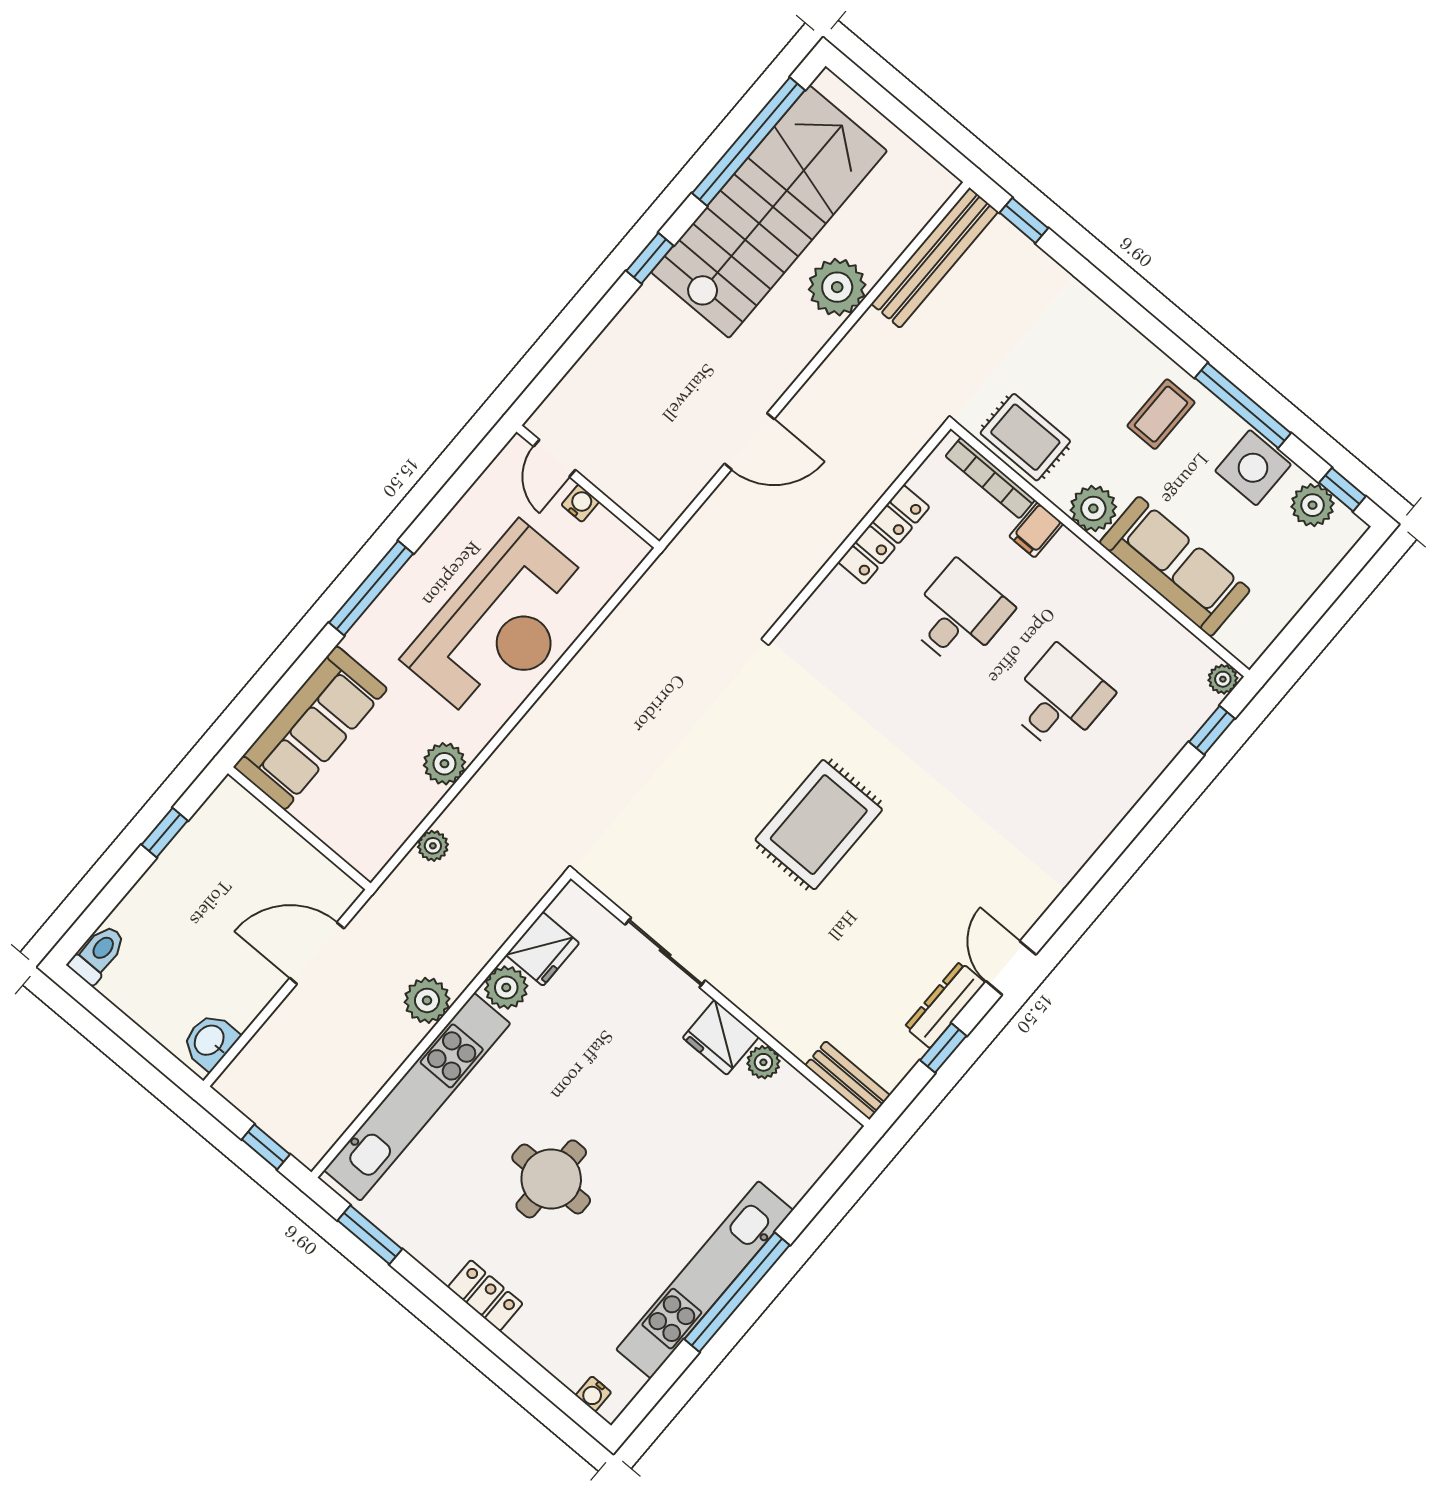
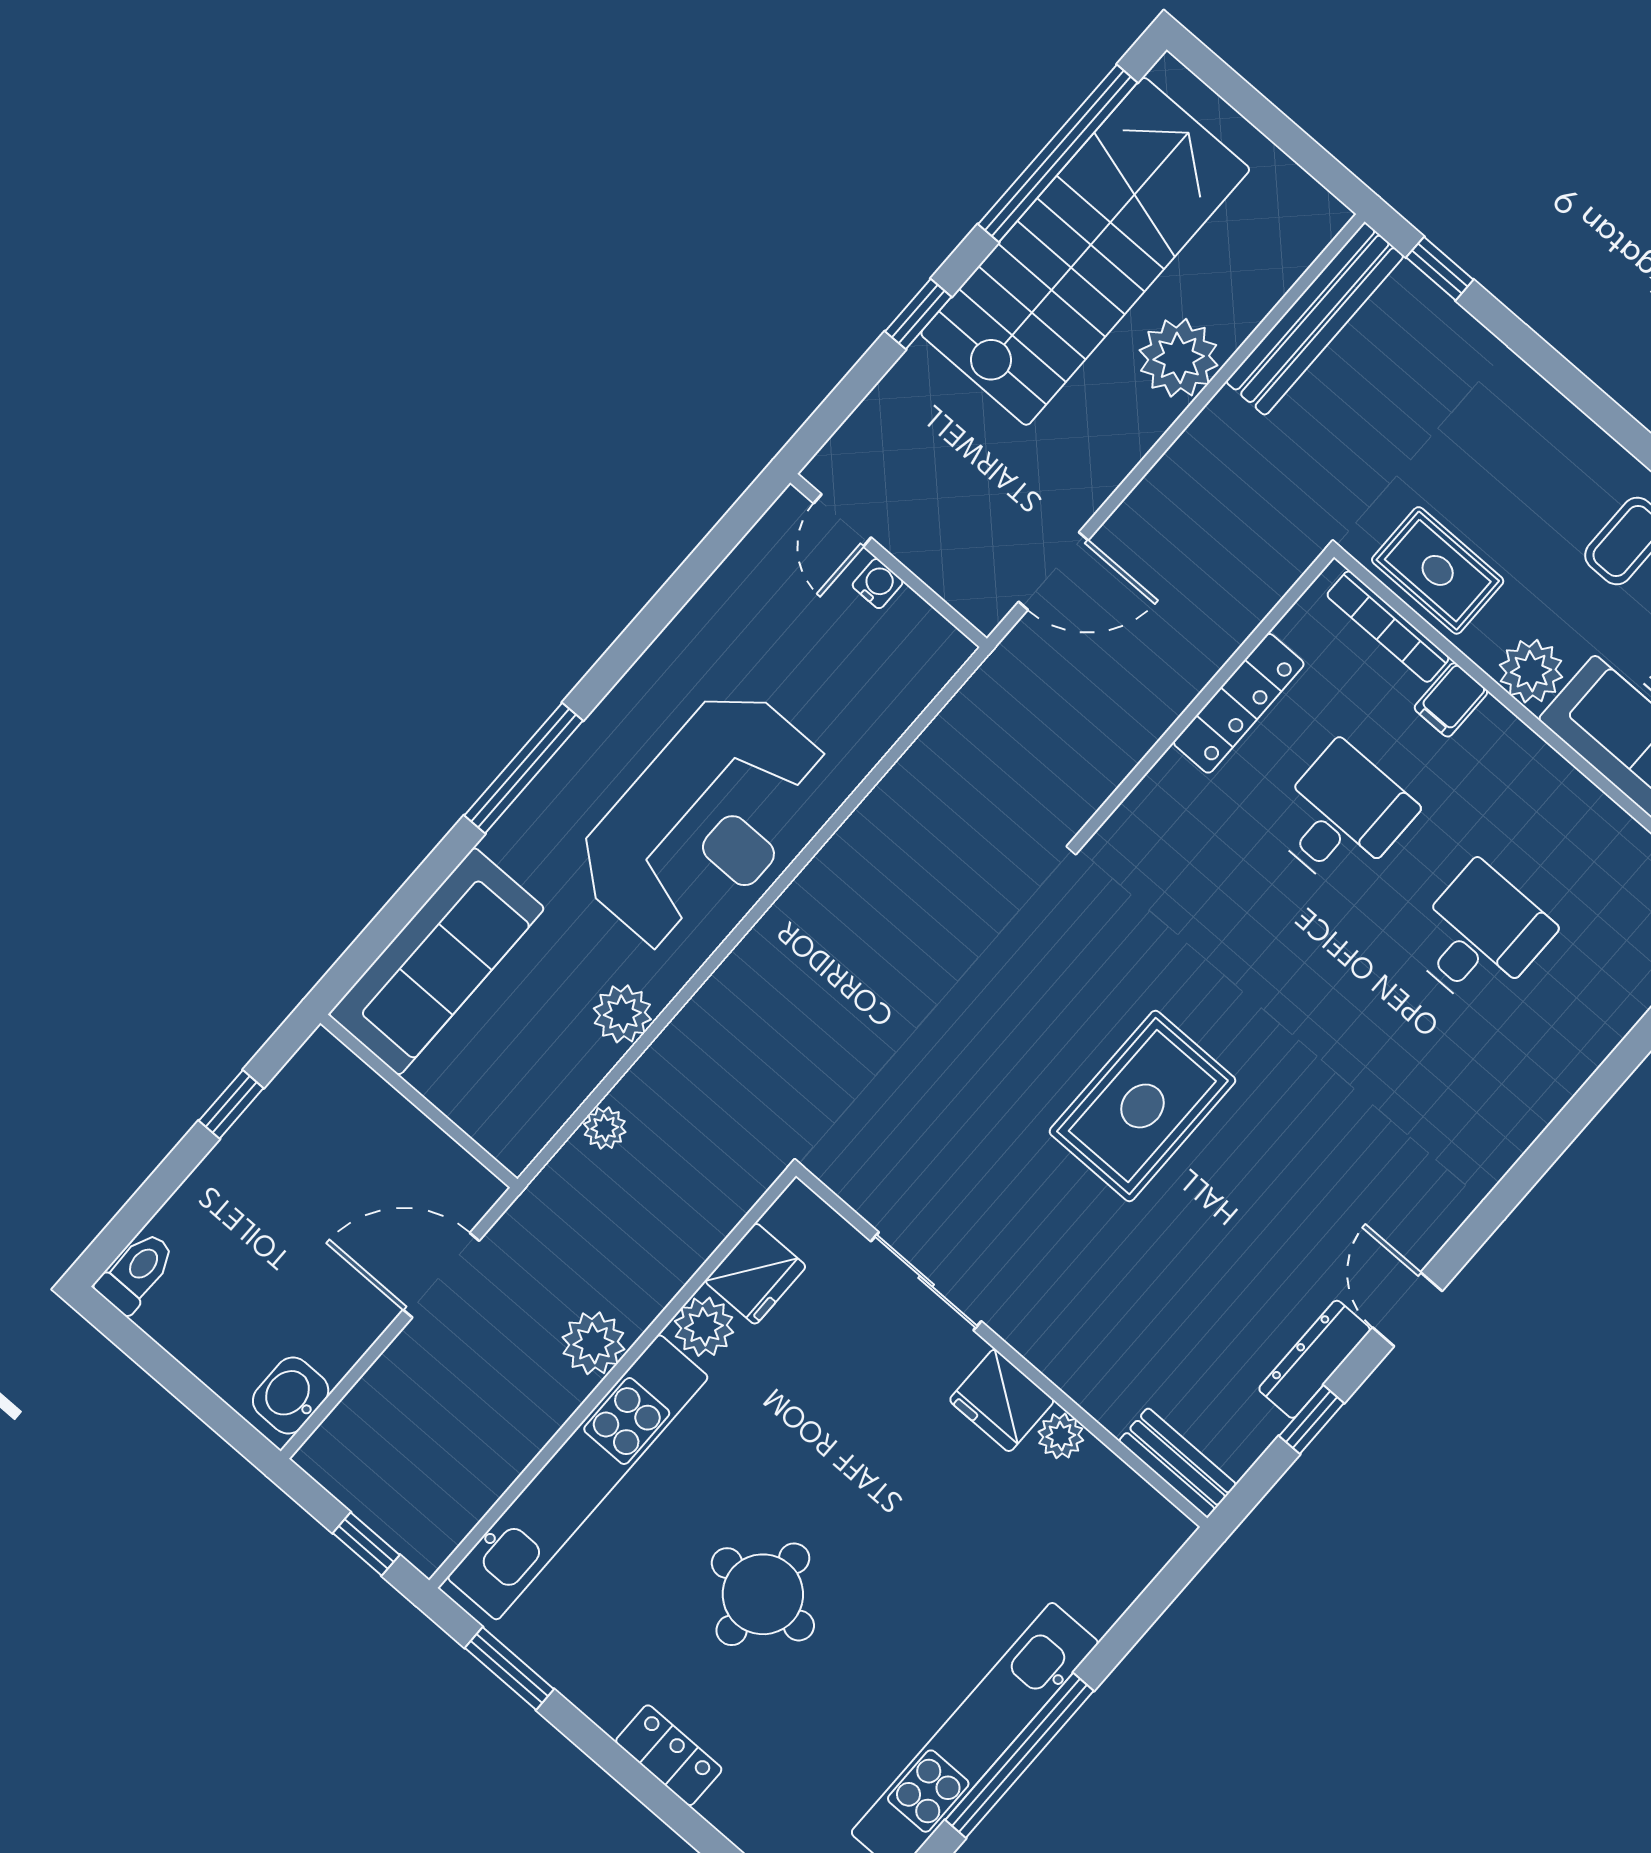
door: (554, 458) -> (842, 520), moved
wall: (588, 487) -> (889, 561), moved
water cooler: (580, 503) -> (878, 584), moved

